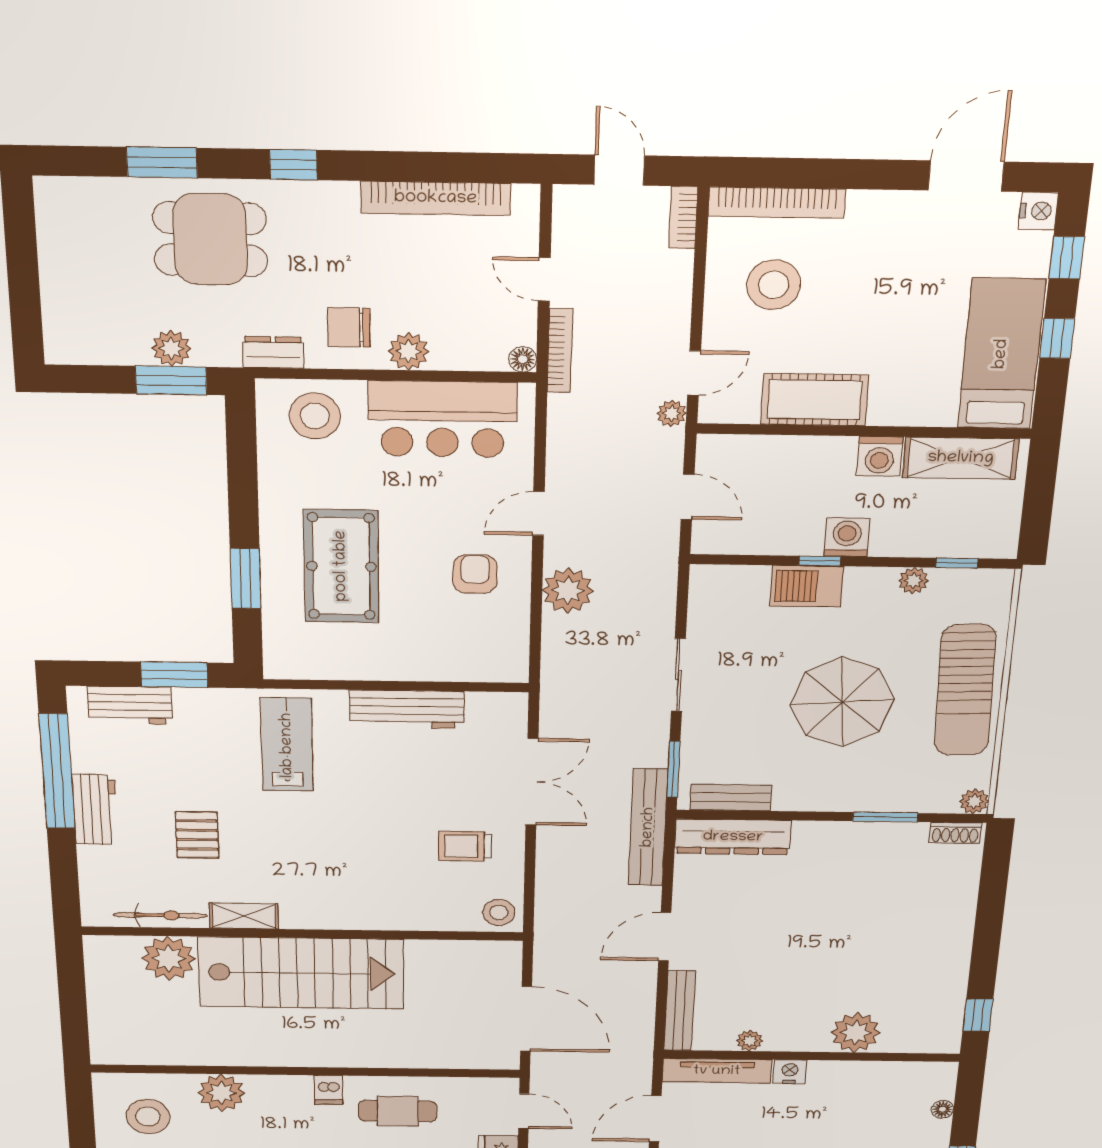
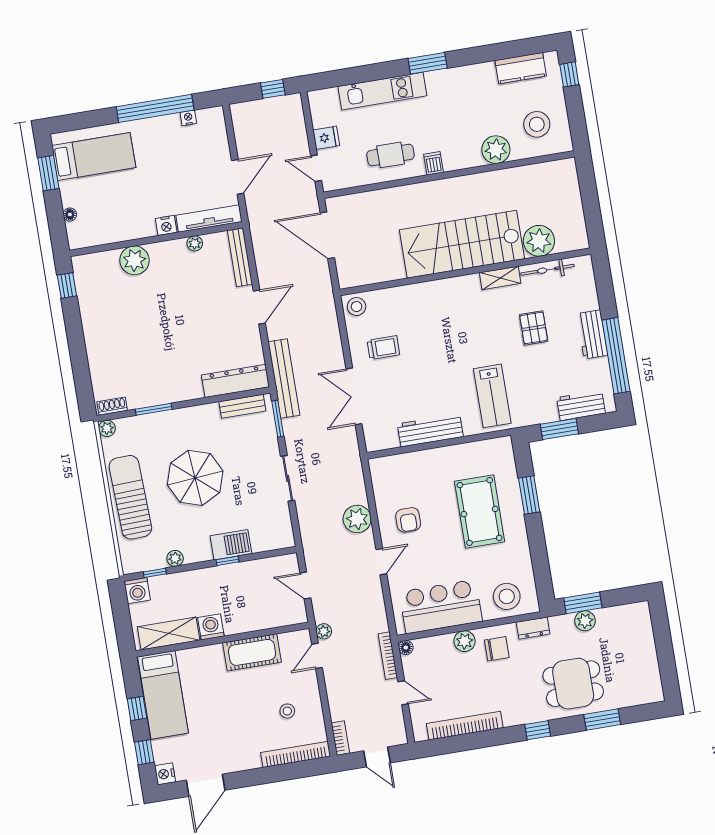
stool: (774, 285) -> (287, 711), width x0.53, depth x0.53
washing machine: (847, 537) -> (137, 591), moved

